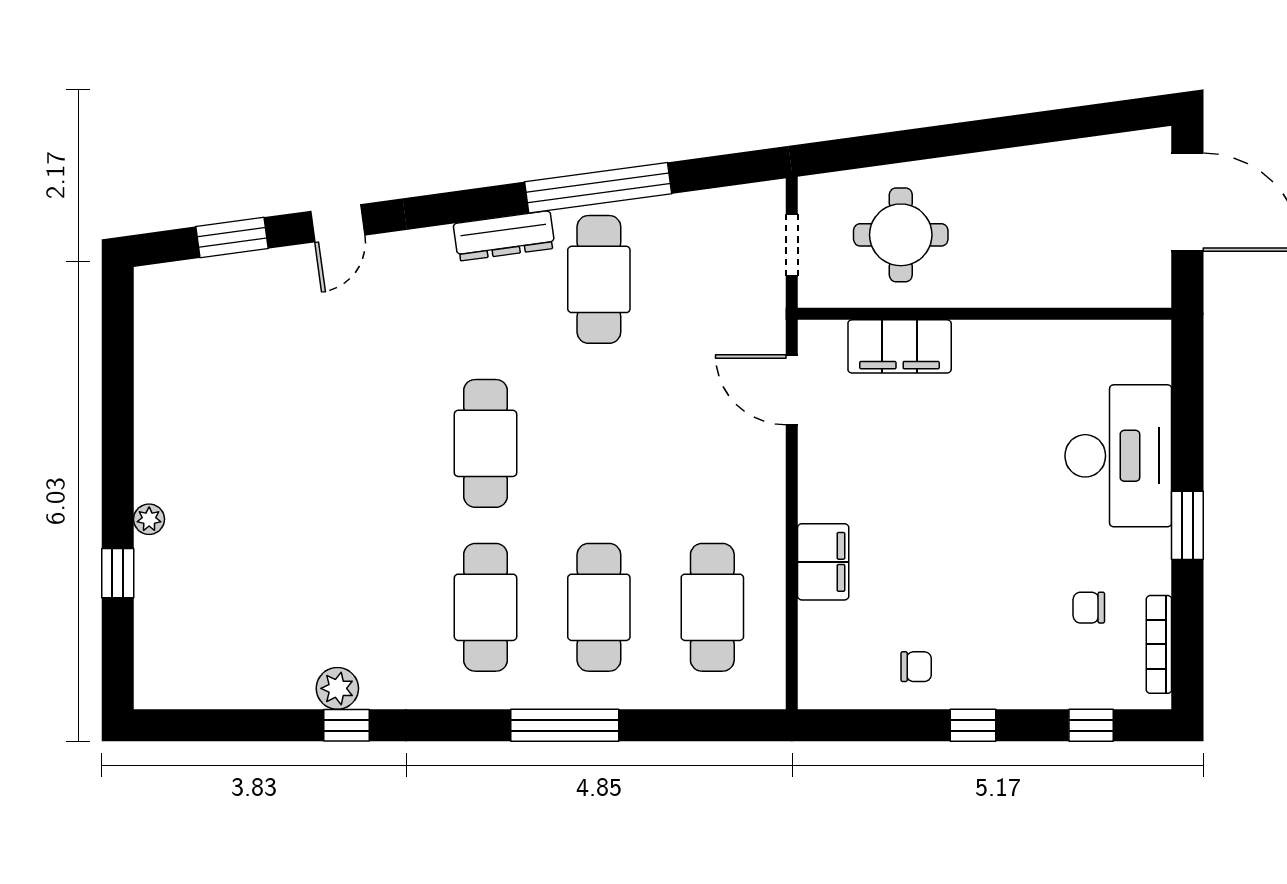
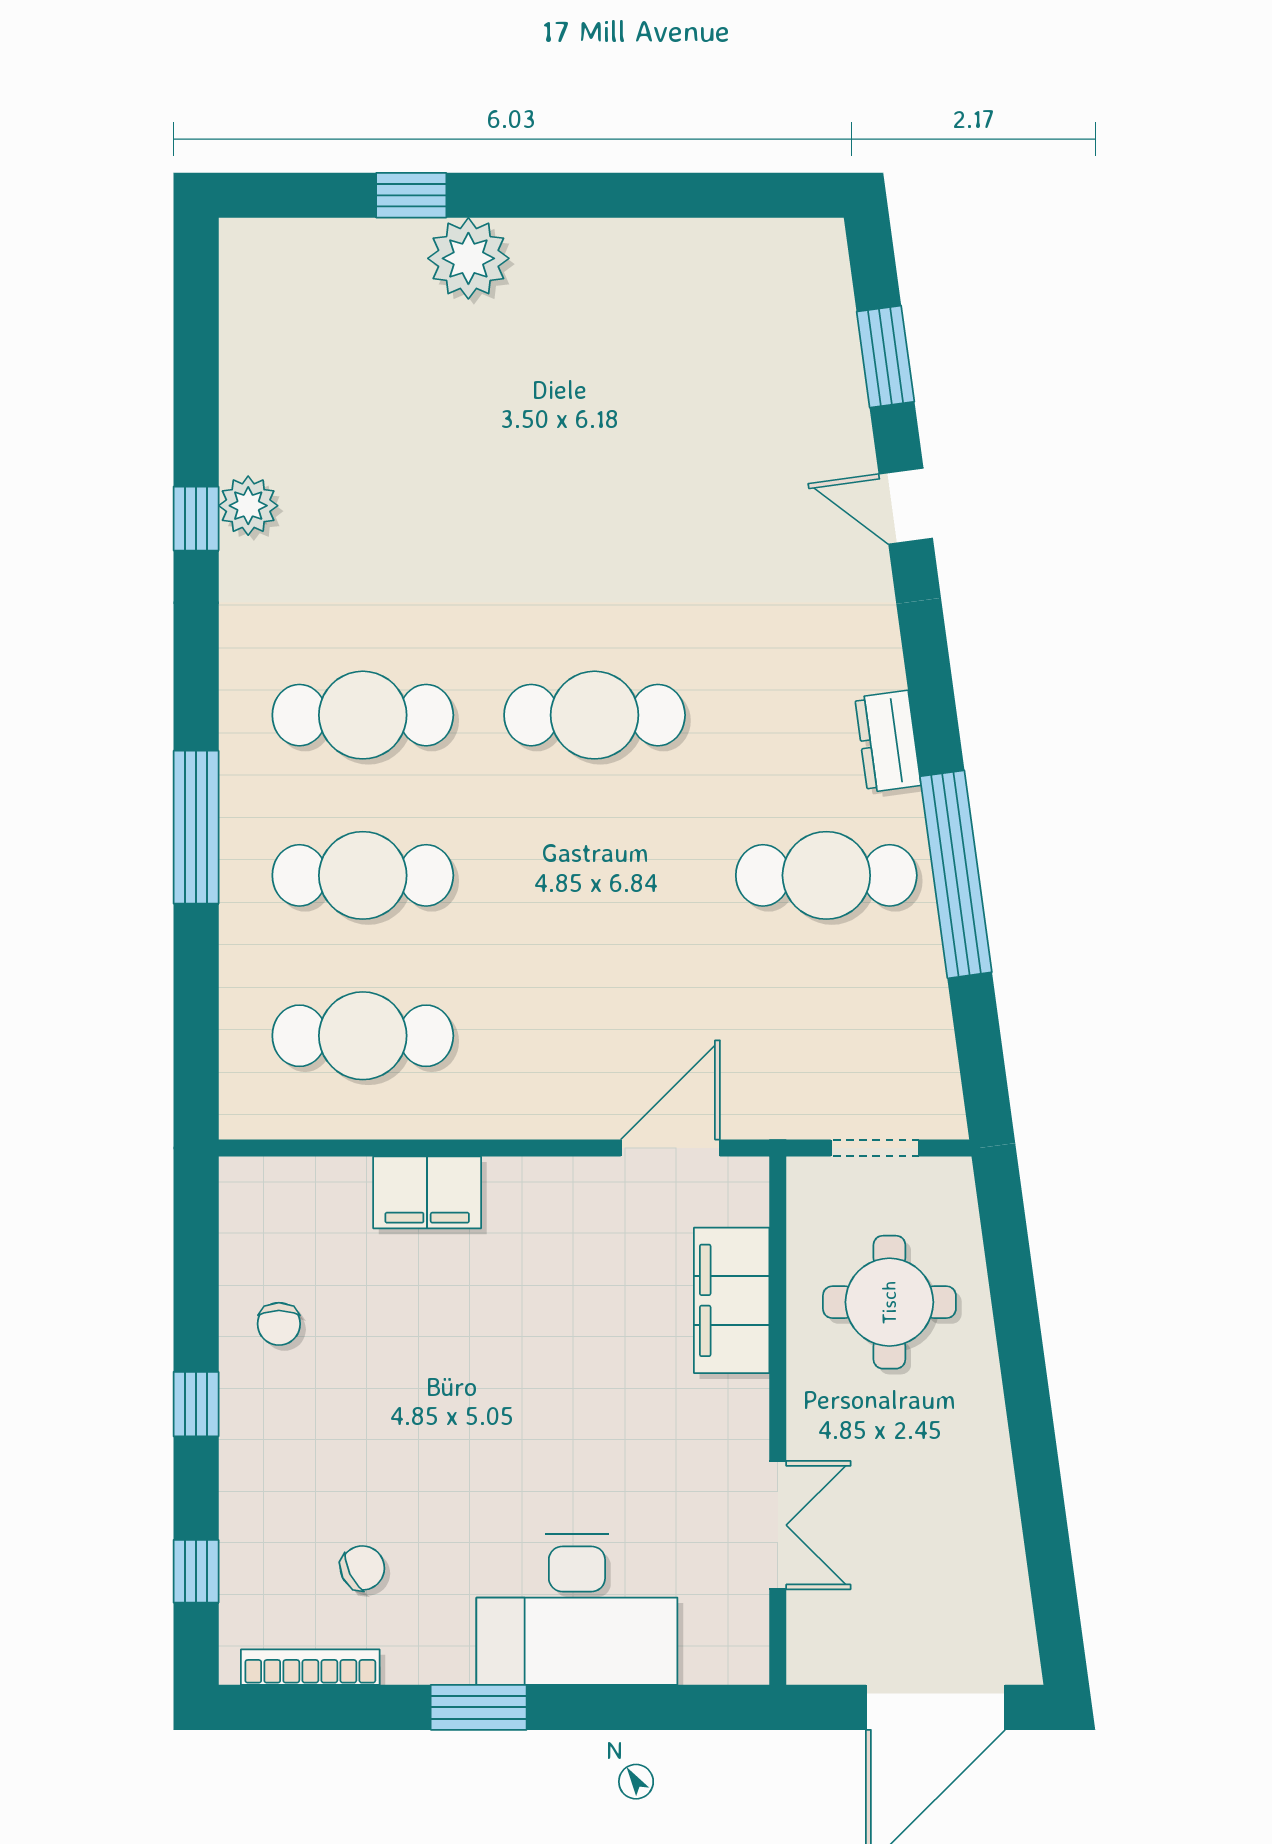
dresser: (504, 236) -> (888, 741), width x0.70
double door: (1059, 314) -> (778, 1525), added
plant: (149, 519) -> (468, 258), width x1.88, depth x1.88
chair: (1089, 608) -> (362, 1568), turned 64

